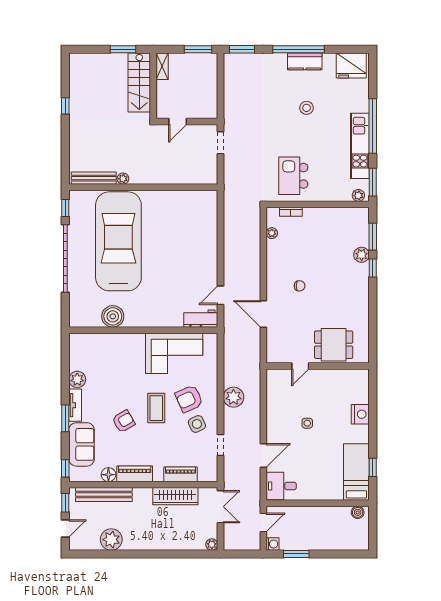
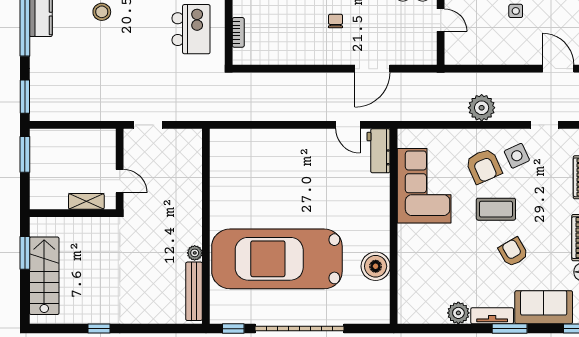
shelving: (162, 66) -> (86, 201), moved
stairs: (139, 82) -> (44, 276), moved, turned -90
kitchen island: (293, 176) -> (191, 29), turned -90
plant: (272, 233) -> (266, 57), removed

